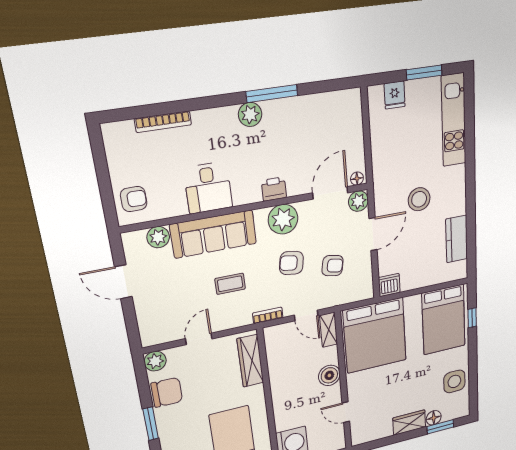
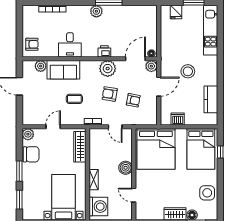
sofa: (214, 234) -> (63, 70), width x0.73
dishwasher: (389, 285) -> (178, 119), moved
shelving: (329, 330) -> (94, 180), moved

